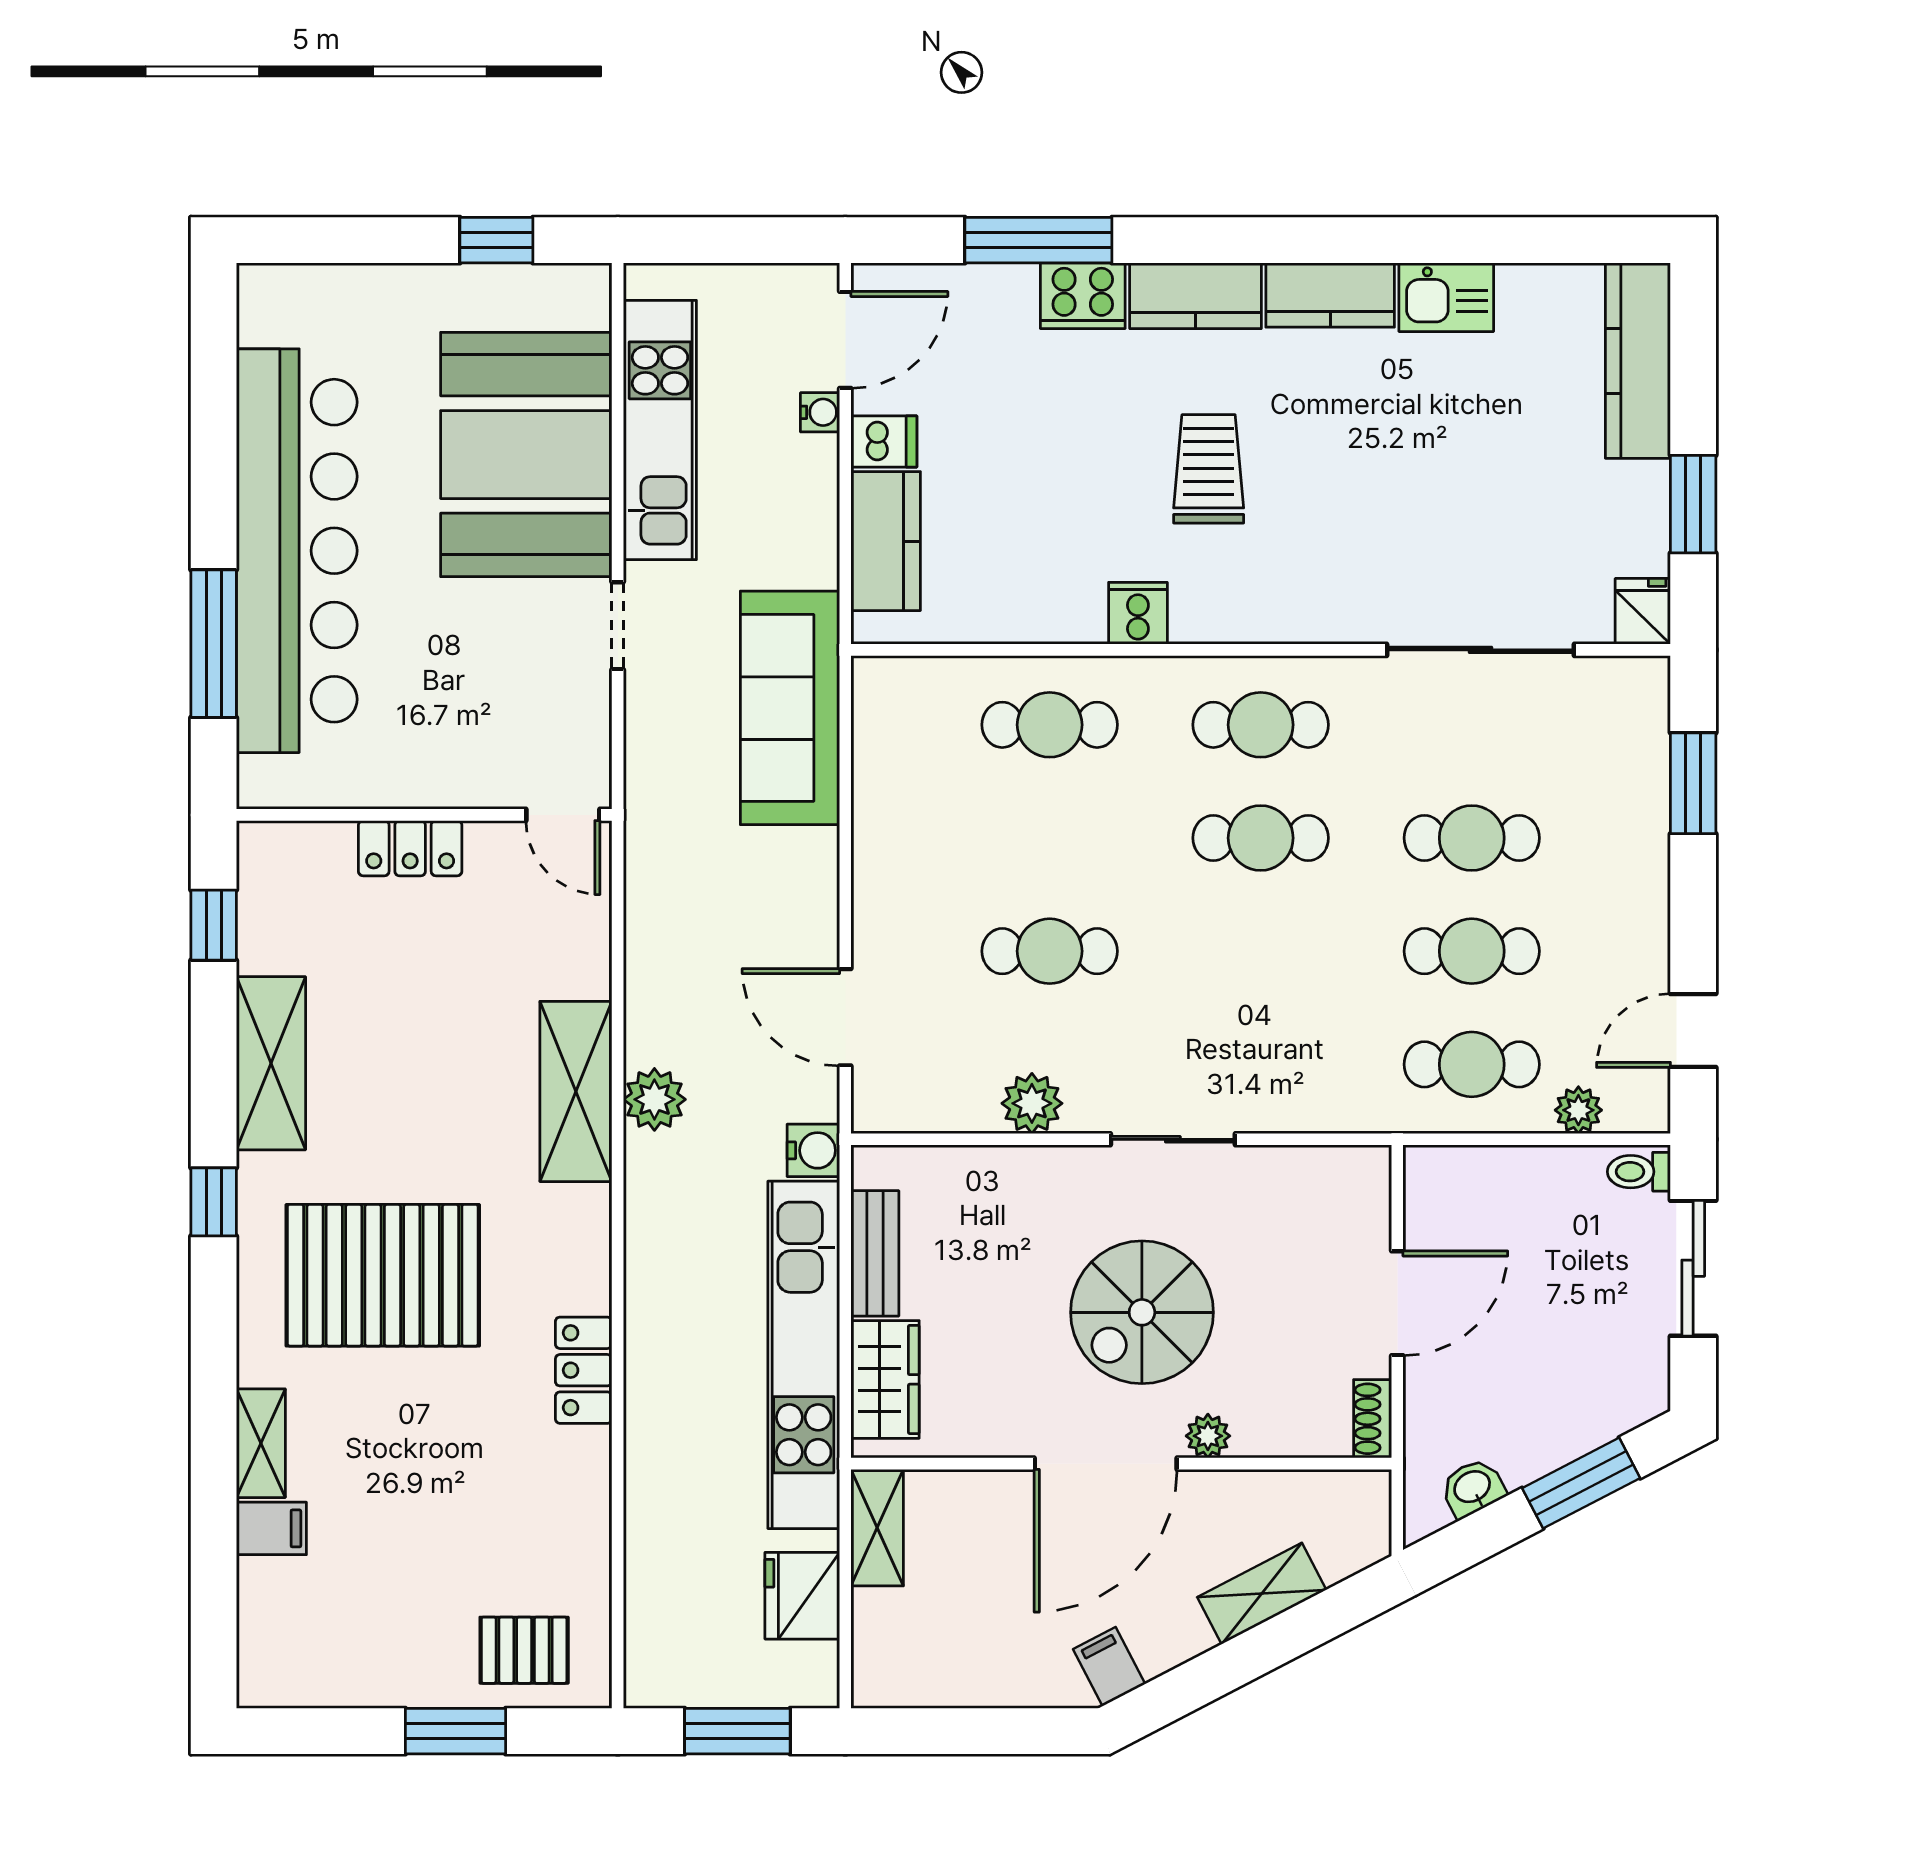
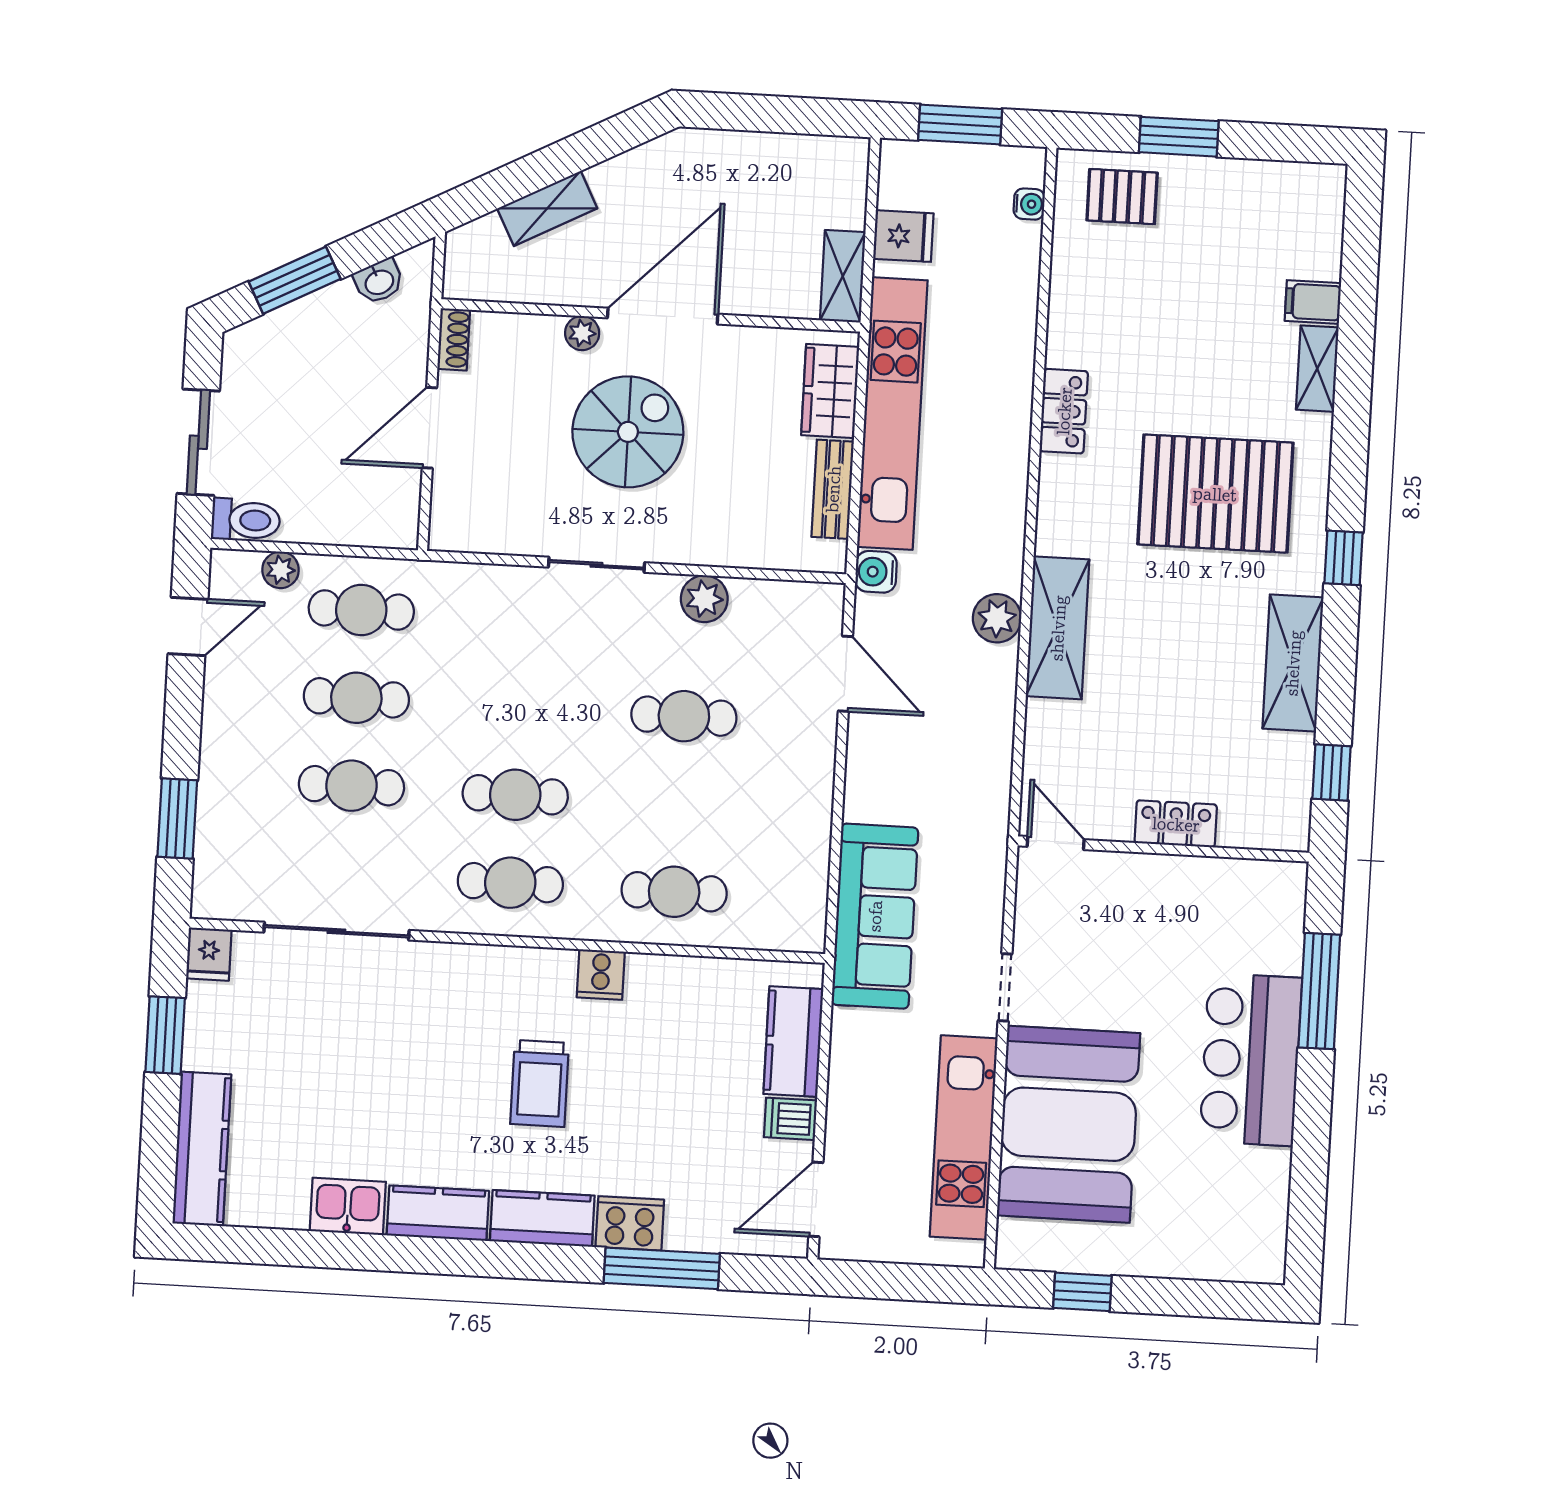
water cooler: (820, 412) -> (1029, 204), moved, turned 180
bar counter: (297, 551) -> (1251, 1060), width x0.54
toilet: (1639, 1172) -> (246, 520), width x1.37, depth x1.39
fridge: (802, 1596) -> (903, 236), width x0.72
filing cabinet: (1109, 1667) -> (669, 158), removed

